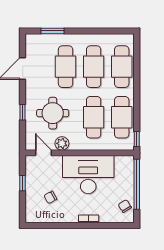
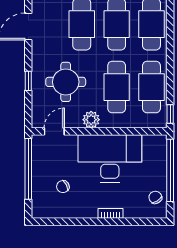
plant: (62, 143) -> (91, 120), moved
door: (43, 153) -> (54, 131), hinge flipped
window: (23, 183) -> (28, 169), width x3.17

